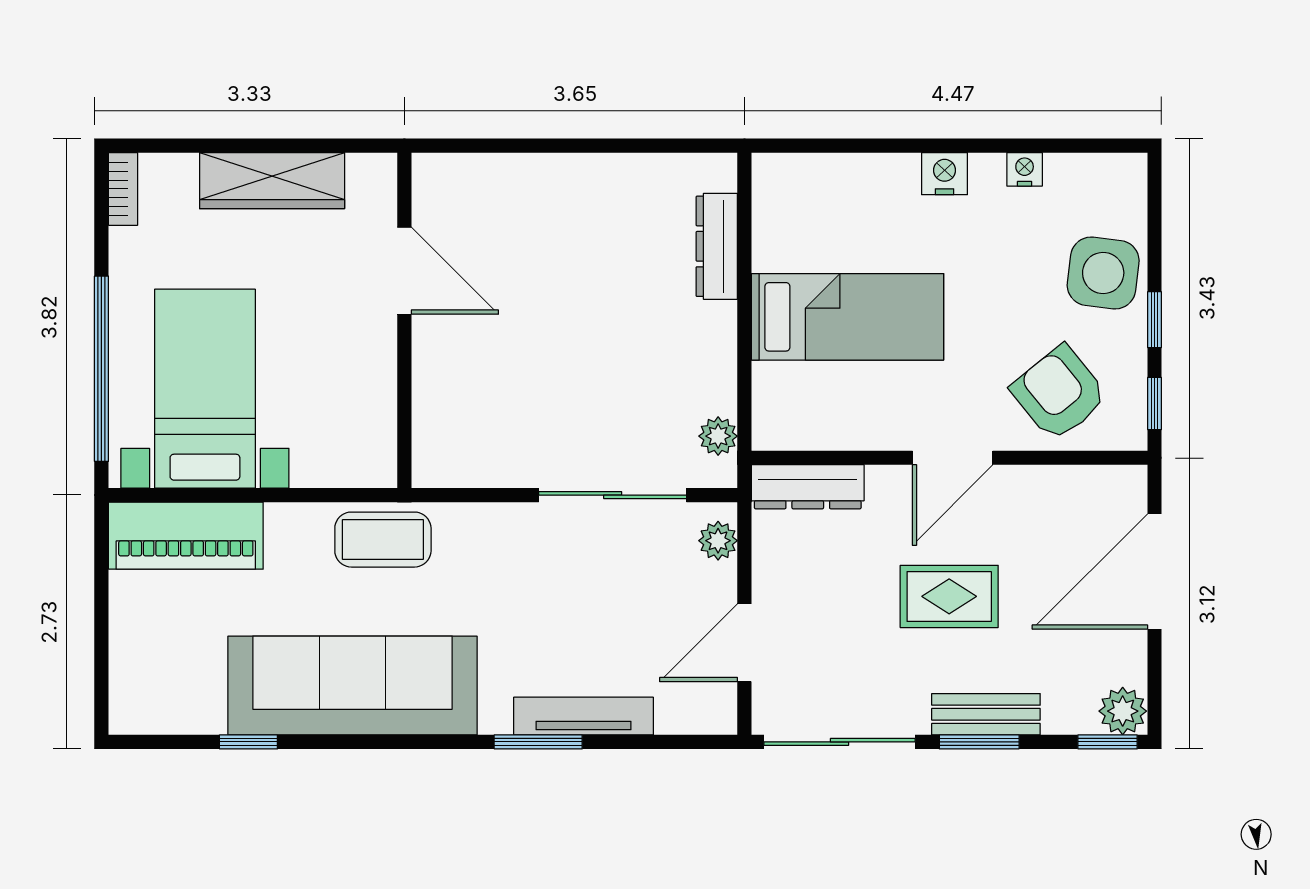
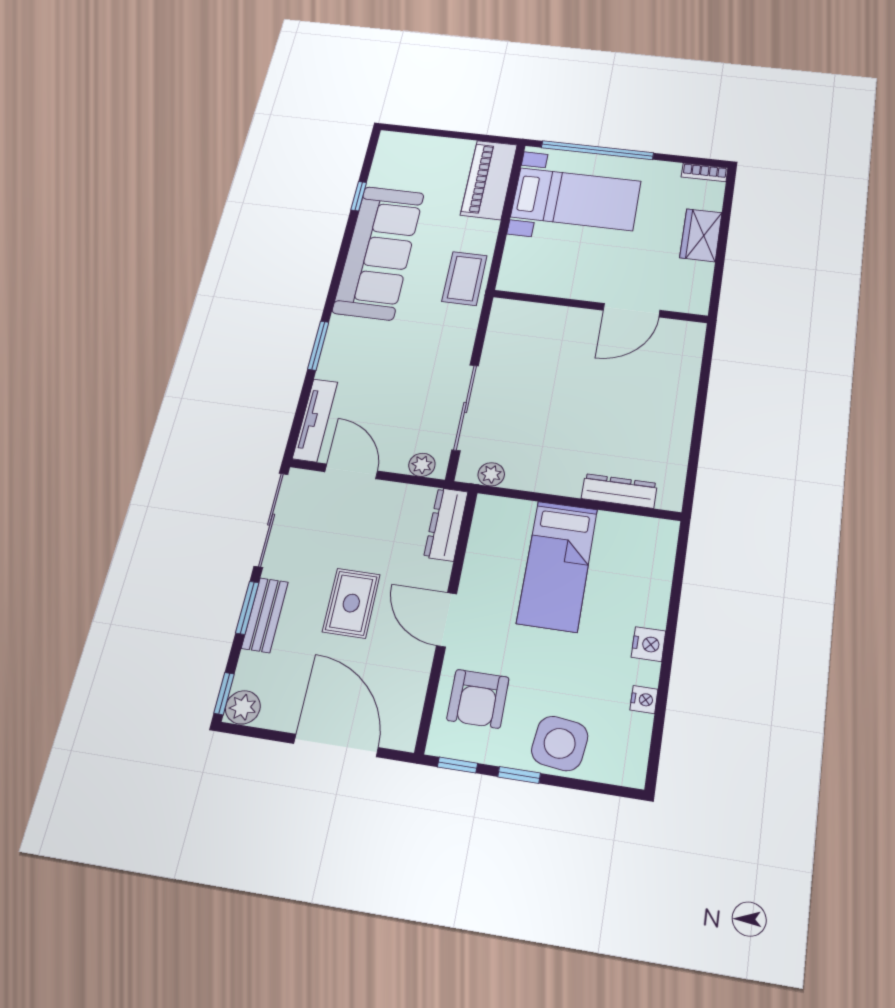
wardrobe: (272, 181) -> (701, 235), width x0.67
armchair: (1059, 393) -> (478, 699), turned 129
tv unit: (583, 716) -> (315, 420), moved

